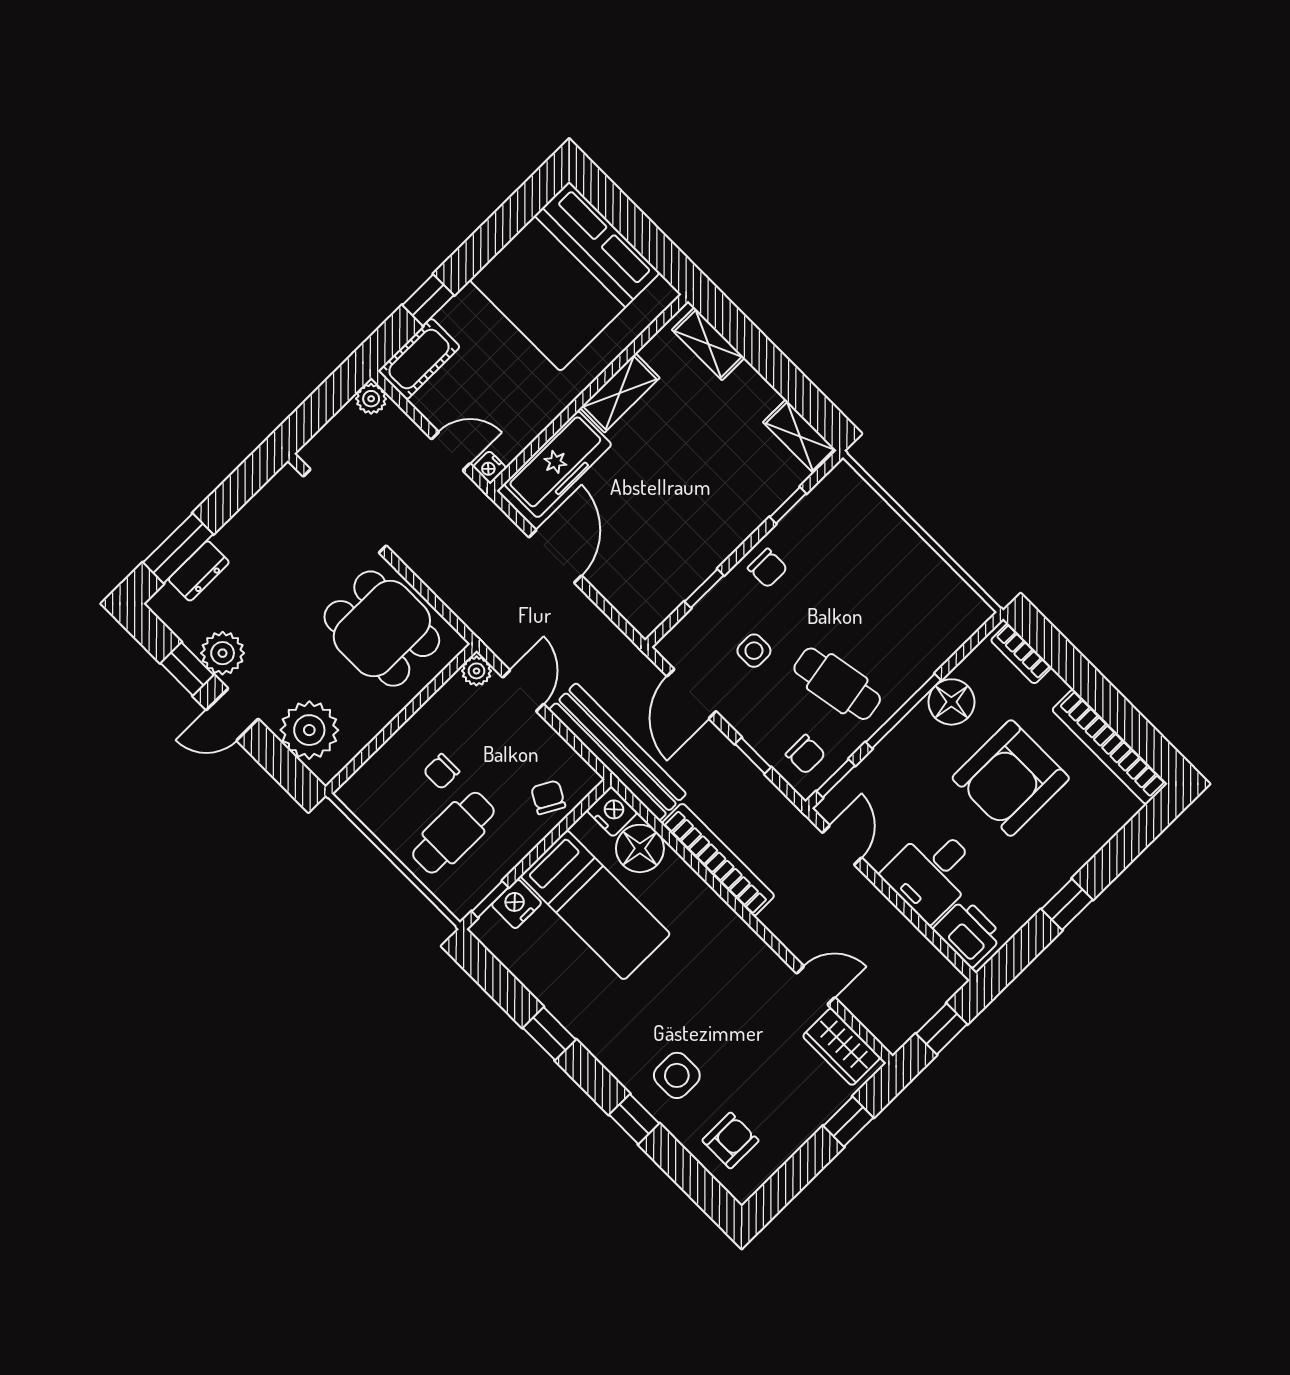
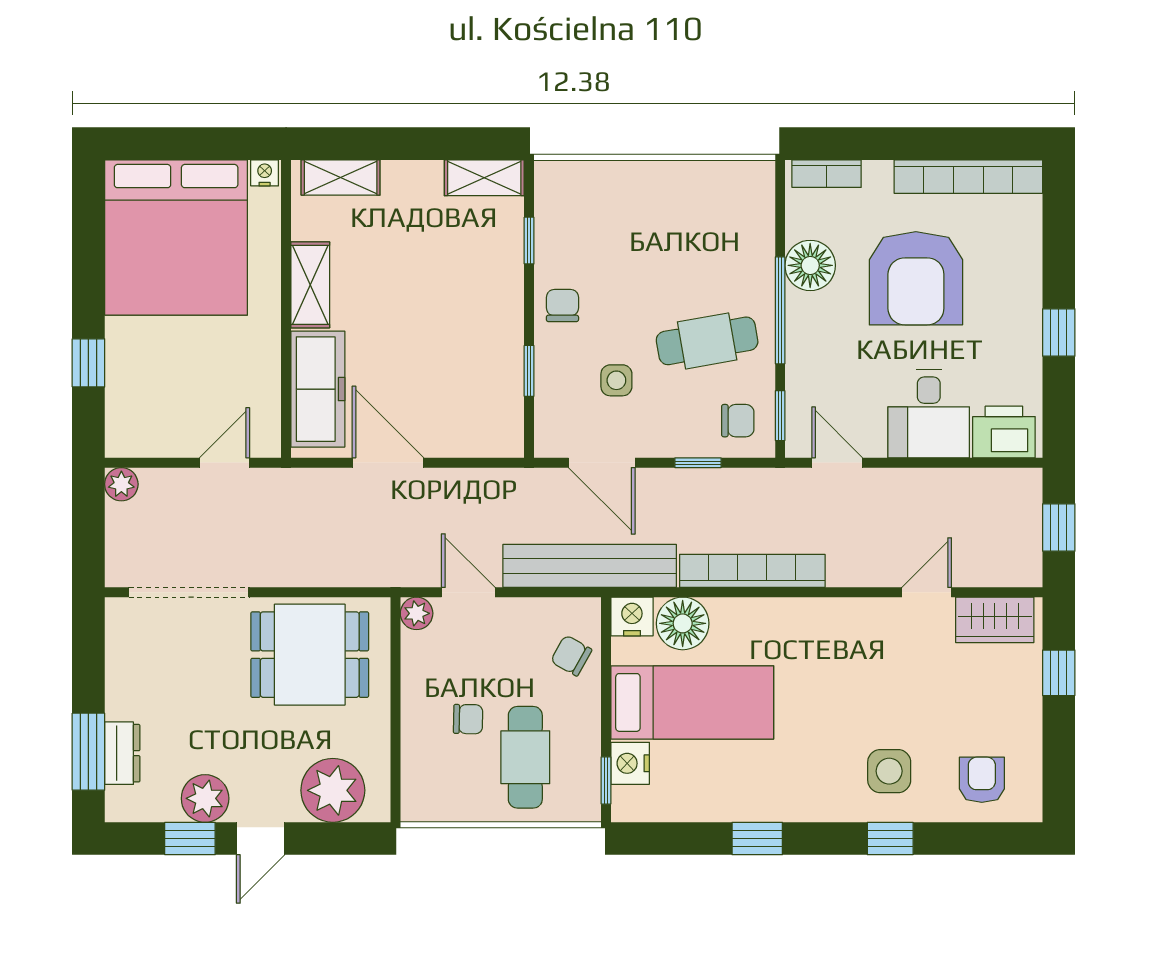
cot: (419, 359) -> (127, 416), removed
nightstand: (490, 467) -> (265, 173), moved, turned 180
chair: (768, 568) -> (562, 306), turned -90
chair: (441, 772) -> (468, 719), turned -89

